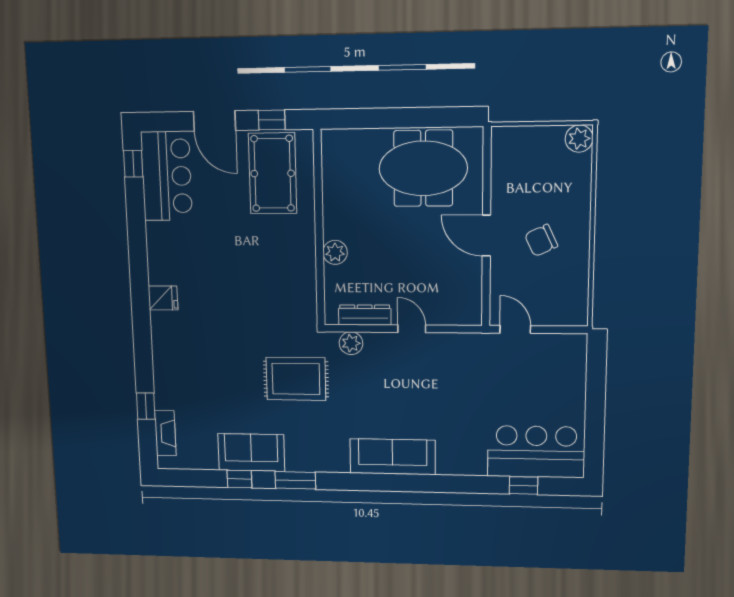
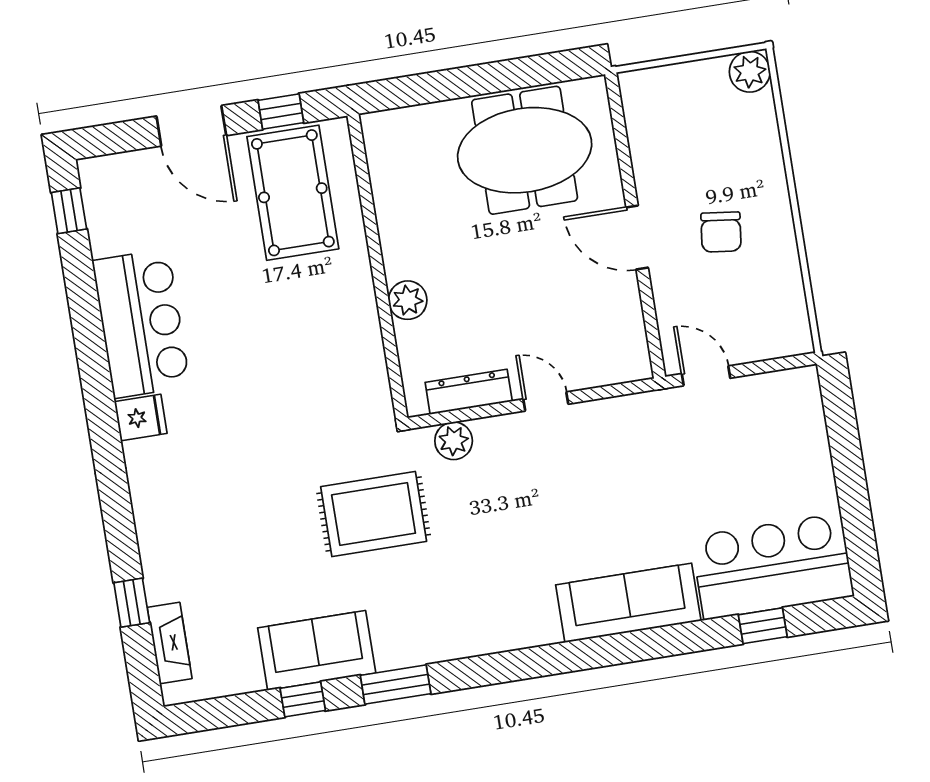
bar counter: (167, 176) -> (141, 324), moved
chair: (541, 240) -> (721, 232), turned -58
sofa: (393, 457) -> (628, 603), moved

